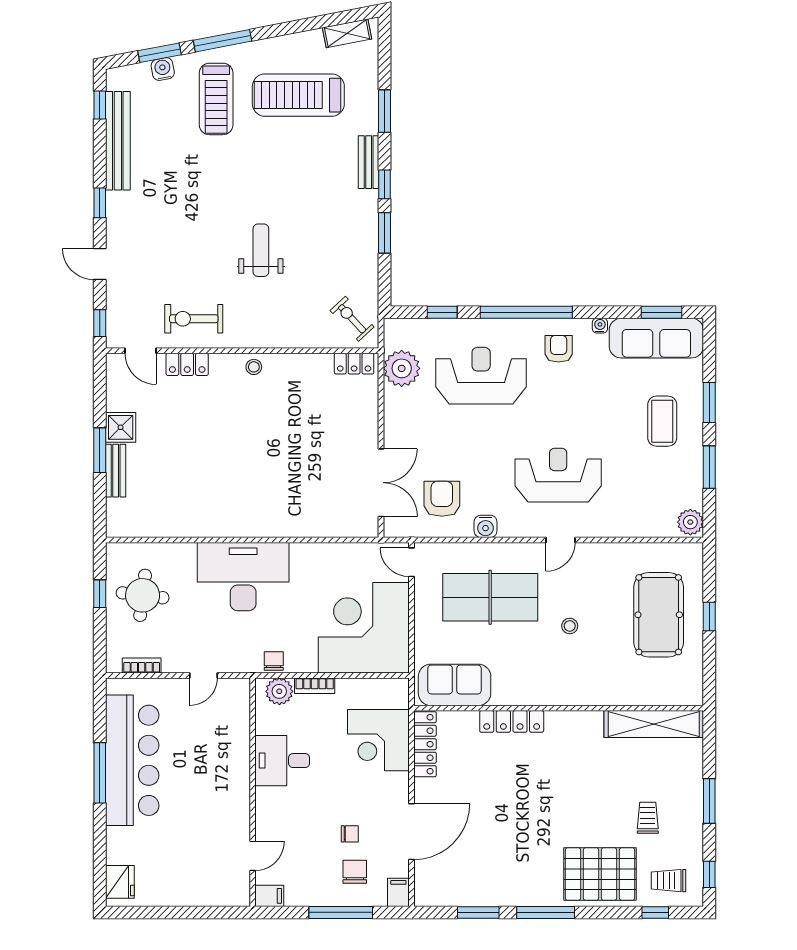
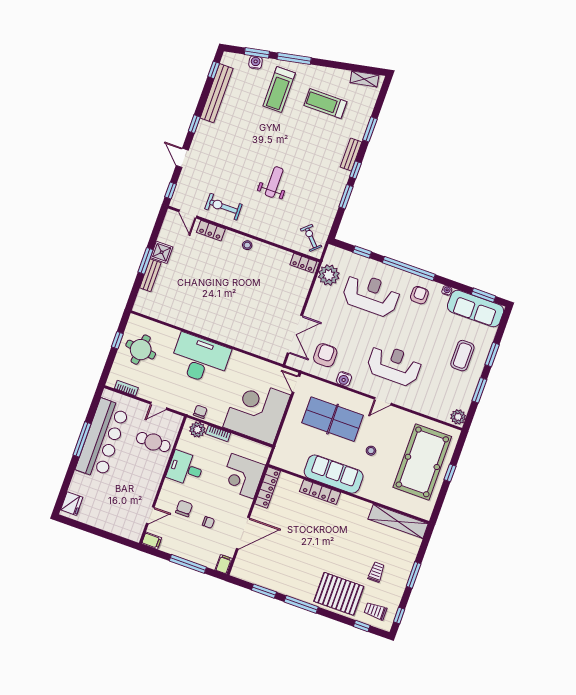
treadmill: (298, 95) -> (325, 104), width x0.73, depth x0.73
pool table: (659, 615) -> (422, 462), width x1.36, depth x1.32
sofa: (455, 685) -> (334, 474), moved, width x1.36
cafe table: (216, 736) -> (153, 442), added
chair: (355, 872) -> (184, 508), moved

